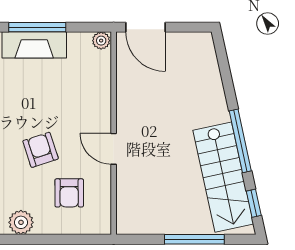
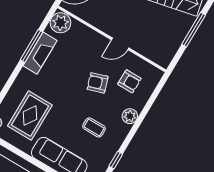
plant: (101, 41) -> (60, 23), width x1.87, depth x1.87

